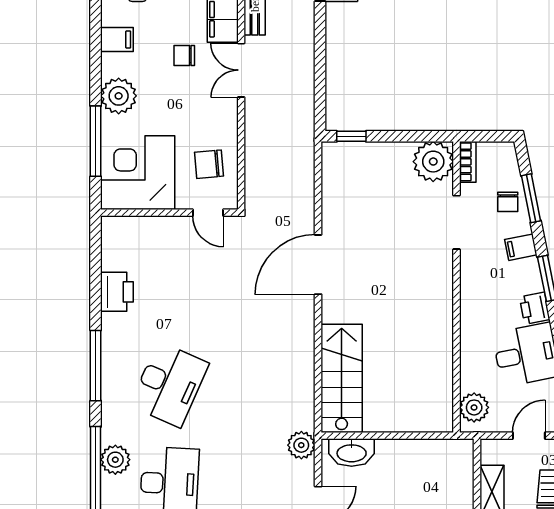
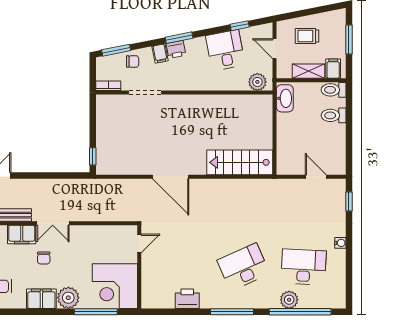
filing cabinet: (117, 40) -> (41, 299), width x2.00
plant: (433, 162) -> (108, 107), removed
chair: (209, 164) -> (110, 243), removed
window: (531, 198) -> (116, 50), moved
printer: (535, 308) -> (176, 49), moved
desk: (169, 384) -> (243, 267), turned -48
plant: (301, 445) -> (280, 187), removed
washbasin: (352, 453) -> (285, 98), moved

